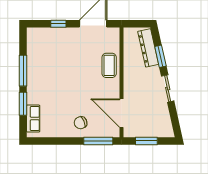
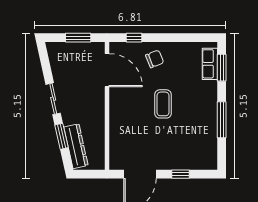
coffee table: (109, 65) -> (163, 104), moved
window: (23, 104) -> (222, 68), moved
window: (98, 141) -> (134, 38), width x0.46

